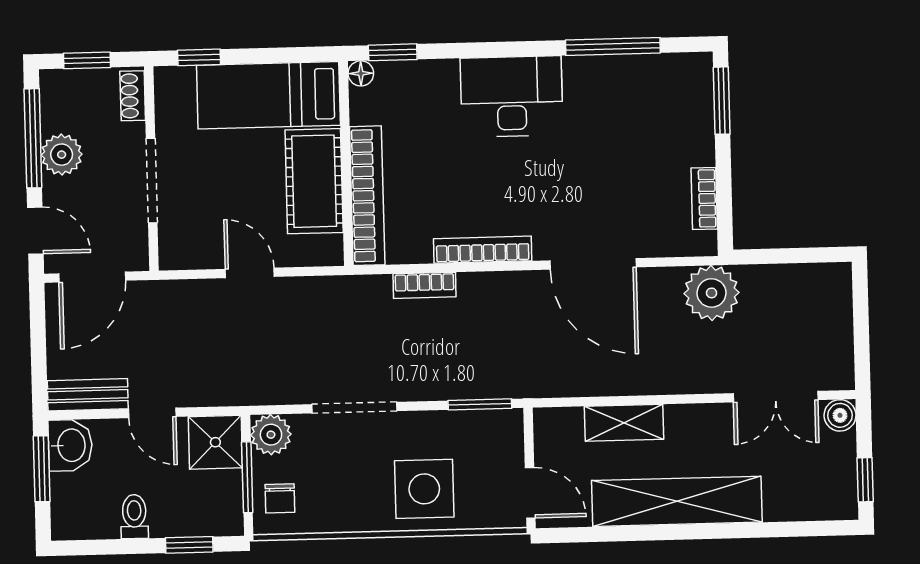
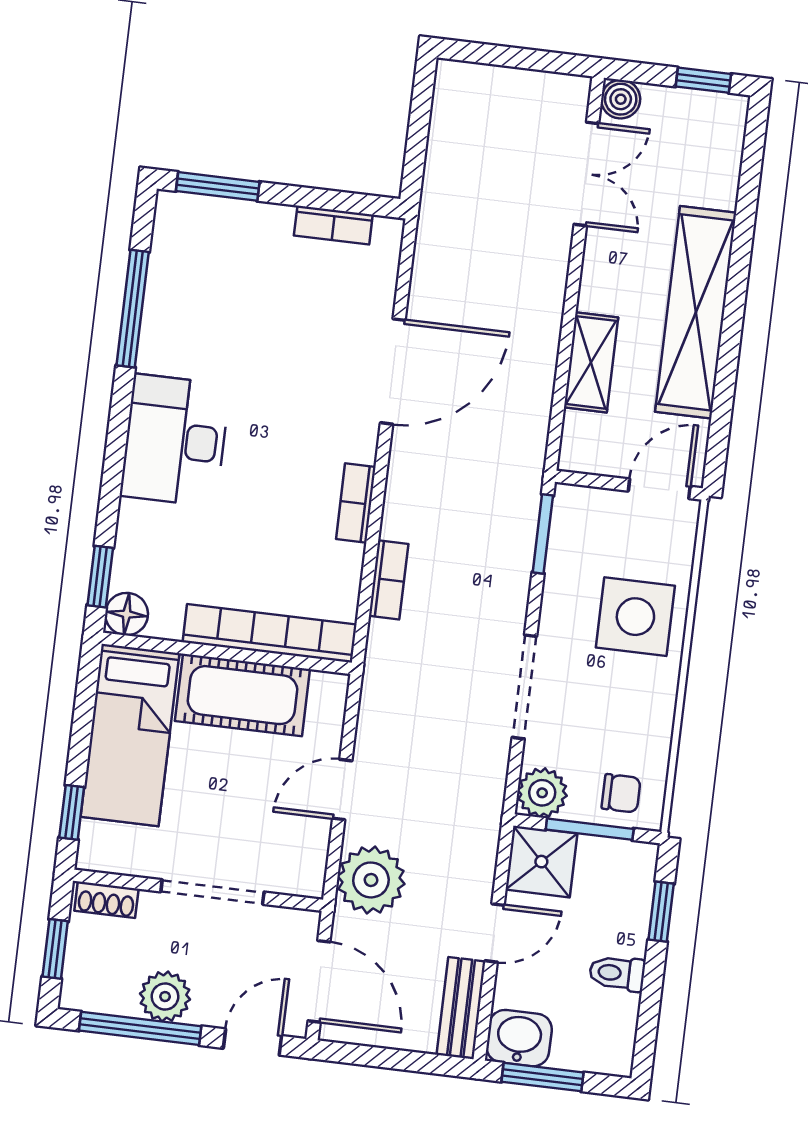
floor lamp: (361, 73) -> (127, 614), width x1.37, depth x1.37
bookcase: (483, 250) -> (356, 503), width x0.64
plant: (711, 293) -> (371, 880), moved

